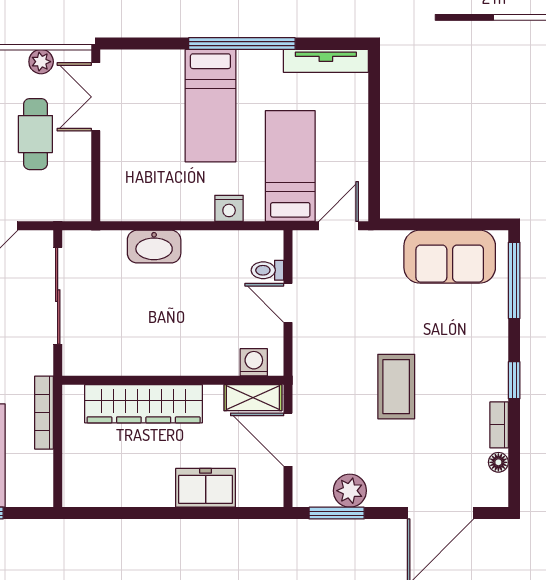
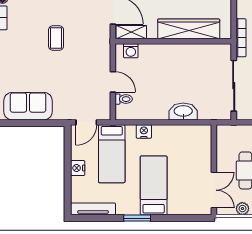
window: (242, 44) -> (137, 218), width x0.47
nightstand: (355, 139) -> (78, 168), added
coffee table: (396, 387) -> (56, 38), width x0.73, depth x0.77
bookcase: (44, 413) -> (241, 38), moved

